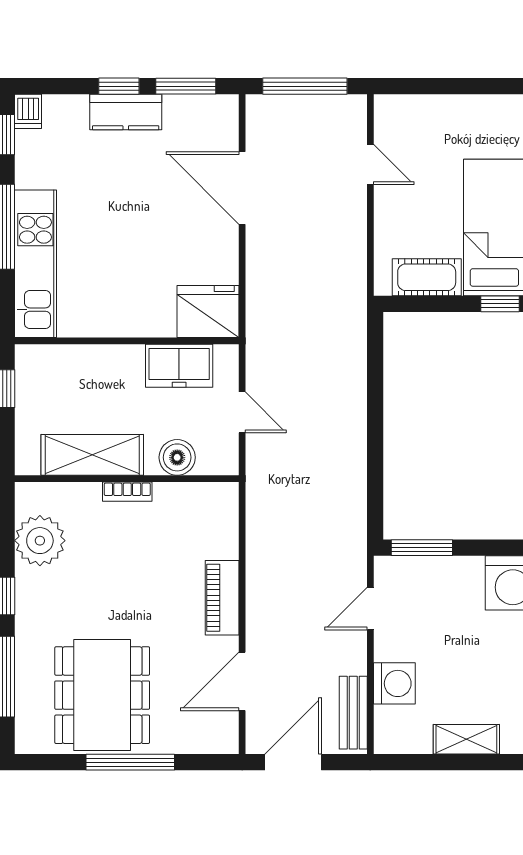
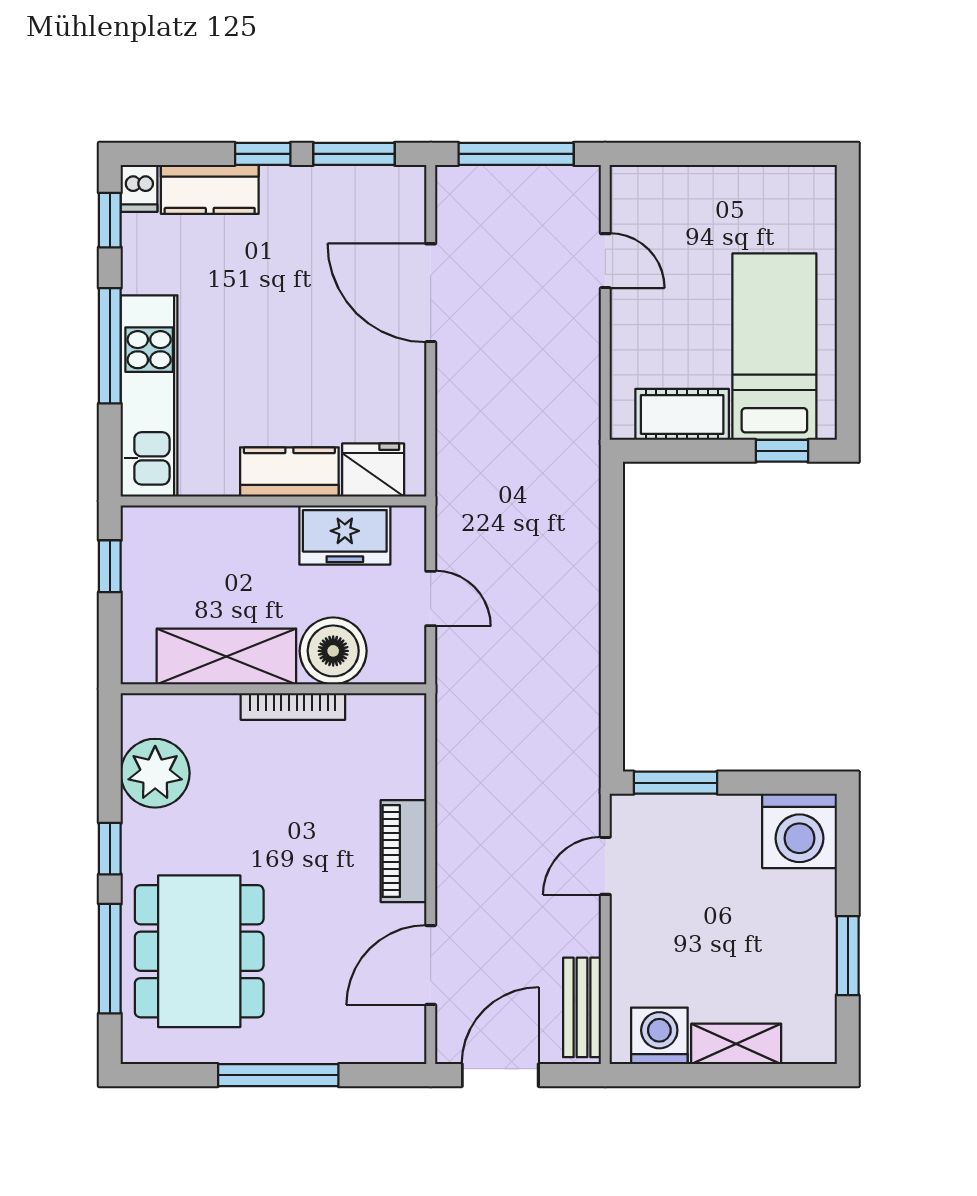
kitchen counter: (126, 112) -> (210, 189), moved
fridge: (208, 311) -> (373, 470), width x0.73, depth x0.75
kitchen counter: (138, 320) -> (289, 472), added
boiler: (177, 457) -> (333, 651), width x1.37, depth x1.37
bookcase: (127, 492) -> (293, 706), width x1.56
washing machine: (394, 683) -> (659, 1036), moved, turned -90
dining table: (102, 695) -> (199, 951), moved

